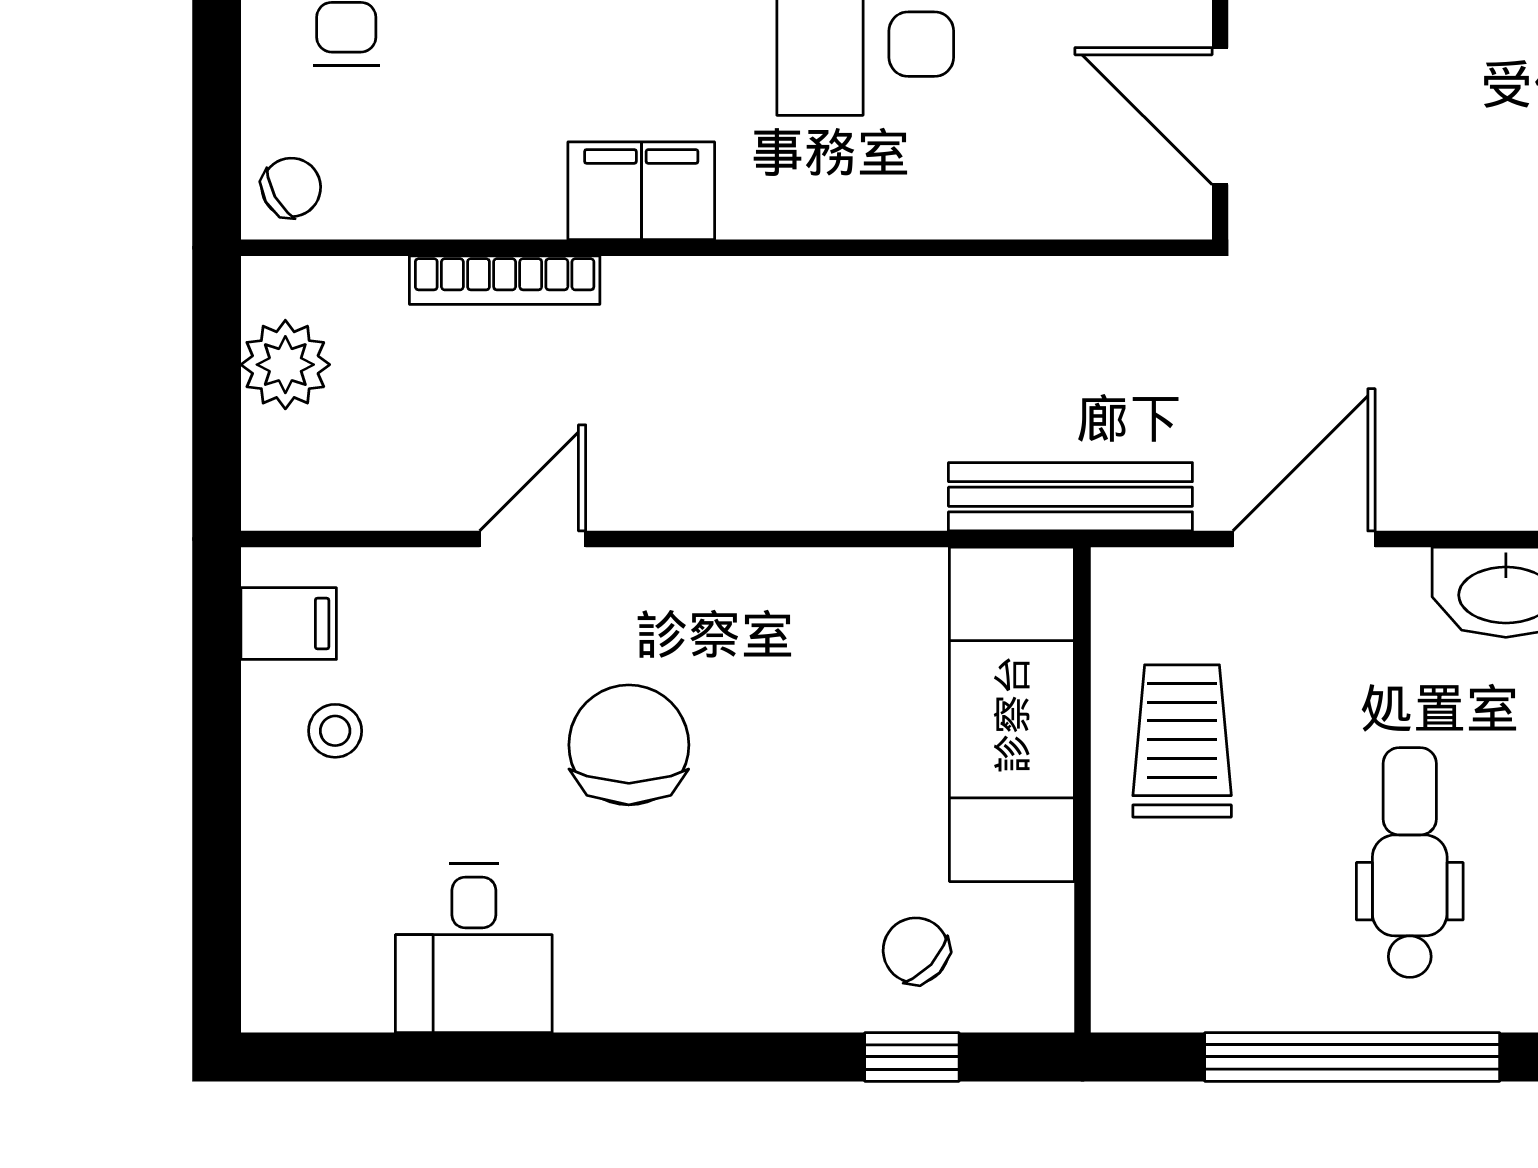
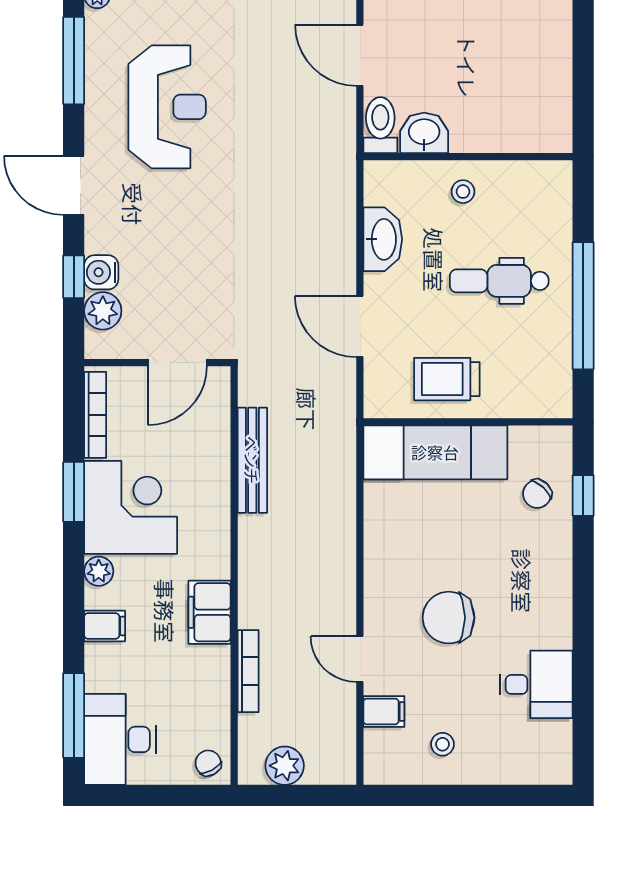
bench: (1070, 497) -> (252, 460), moved
filing cabinet: (289, 624) -> (384, 711), moved, turned 90

